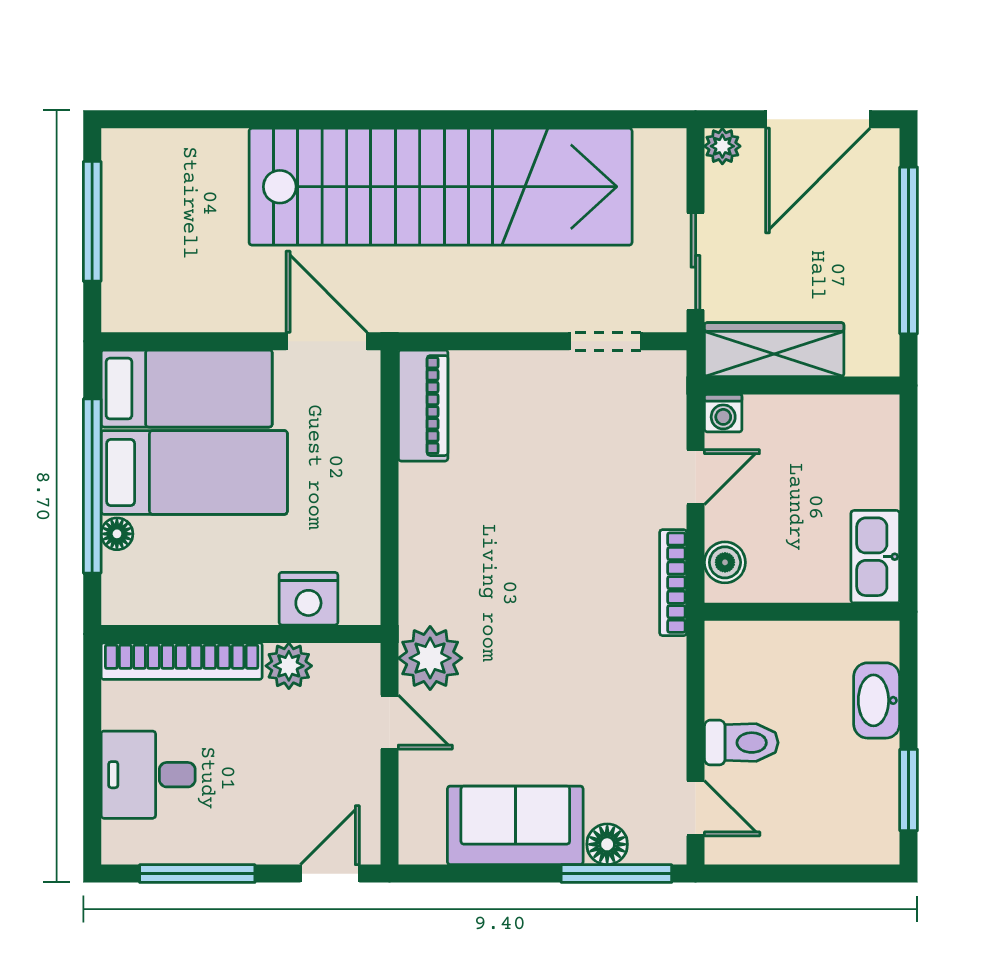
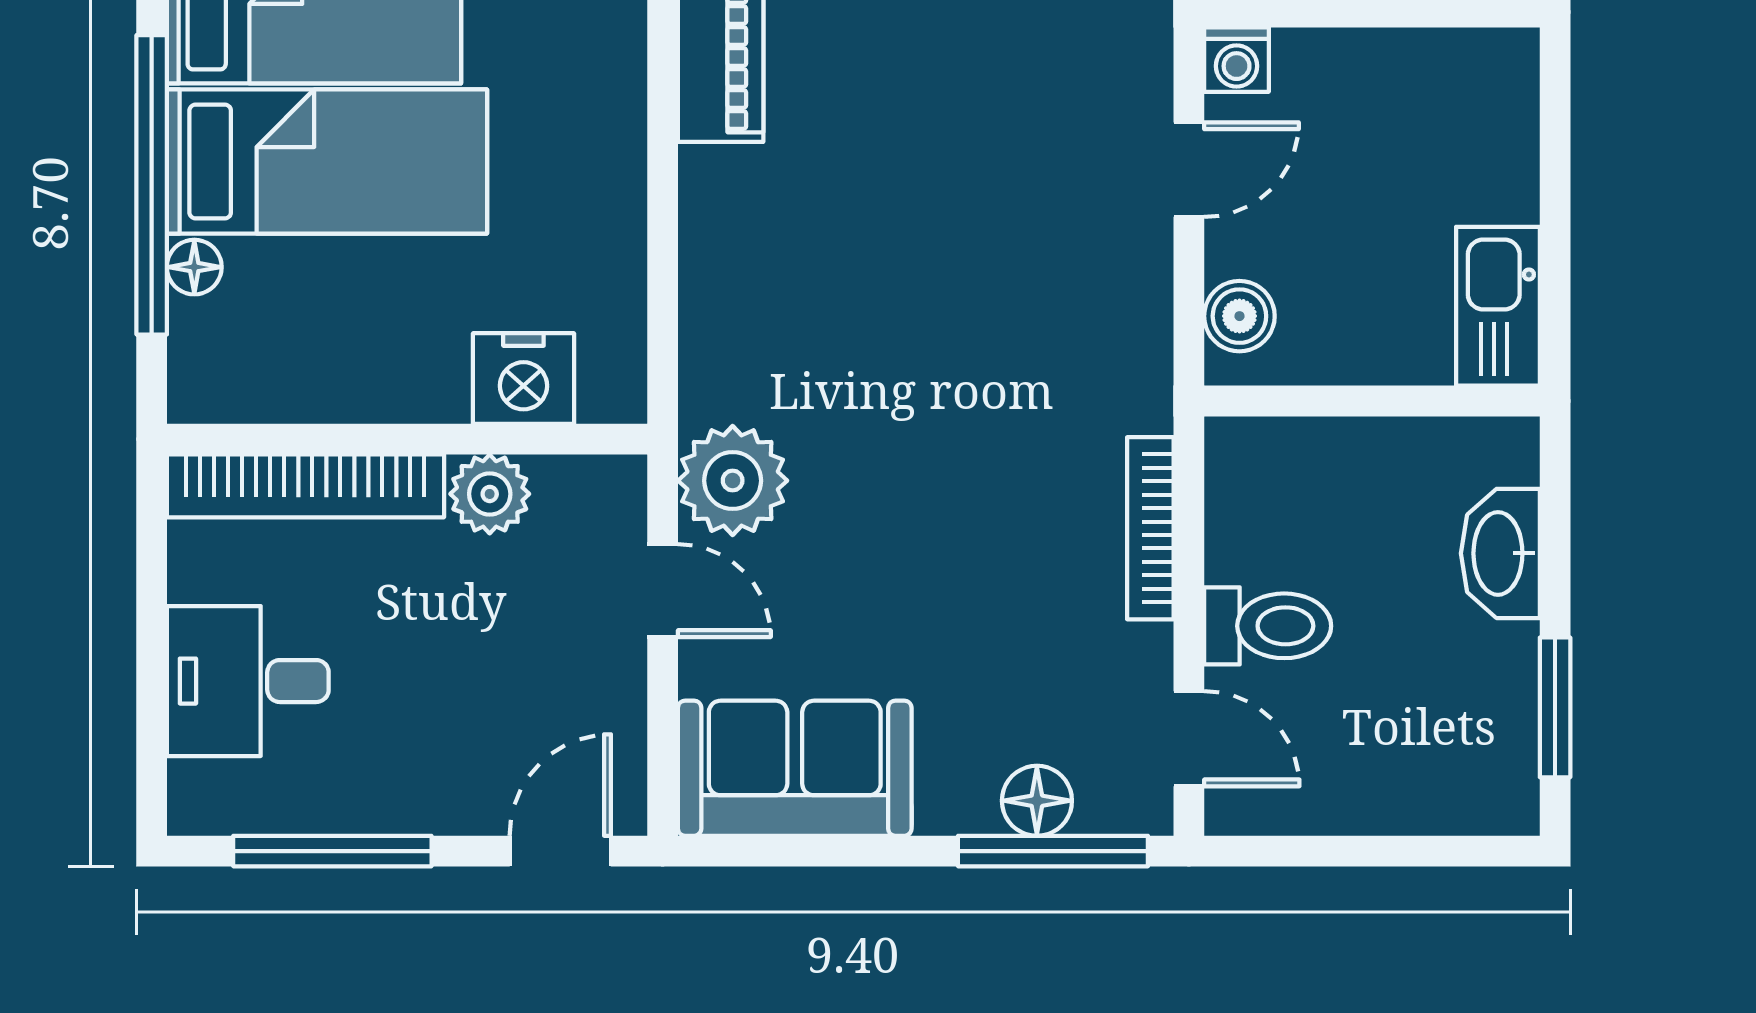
bookcase: (673, 583) -> (1150, 528), moved
sofa: (515, 825) -> (795, 768), moved

